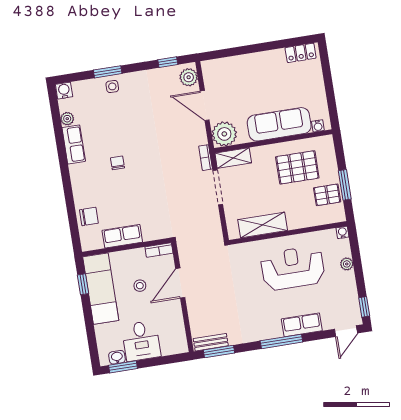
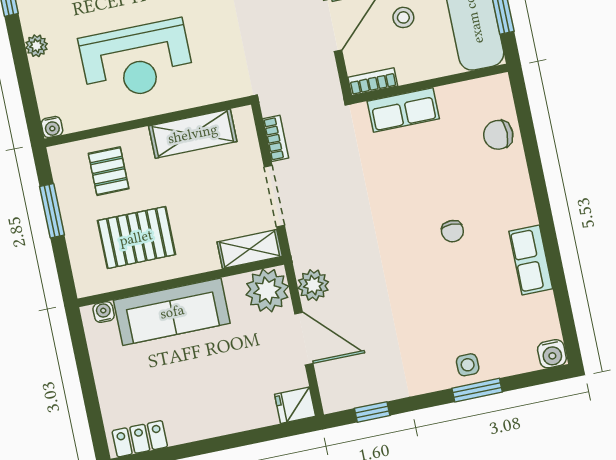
fridge: (211, 68) -> (295, 405), added
plant: (189, 77) -> (313, 285), moved
plant: (67, 119) -> (544, 305), removed
bookcase: (206, 158) -> (276, 138), moved
pallet: (327, 195) -> (109, 171), moved, turned 90
row of seats: (122, 236) -> (403, 110), moved
plant: (347, 264) -> (37, 46), moved

